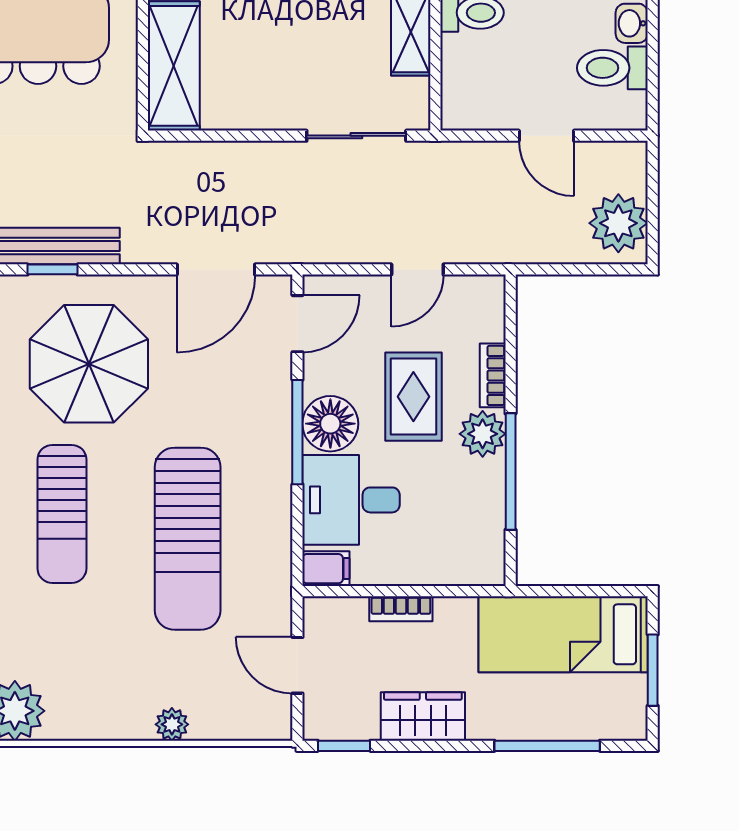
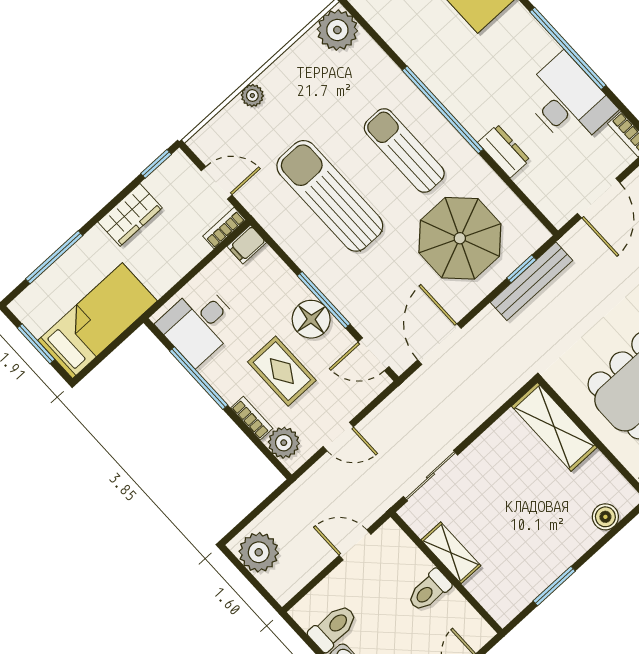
door: (546, 136) -> (355, 545), moved
door: (417, 269) -> (338, 437), swing flipped
door: (297, 324) -> (374, 354), hinge flipped
plant: (483, 434) -> (284, 443), moved
desk: (351, 500) -> (199, 324), moved, turned 180
bookcase: (401, 609) -> (224, 228), moved

